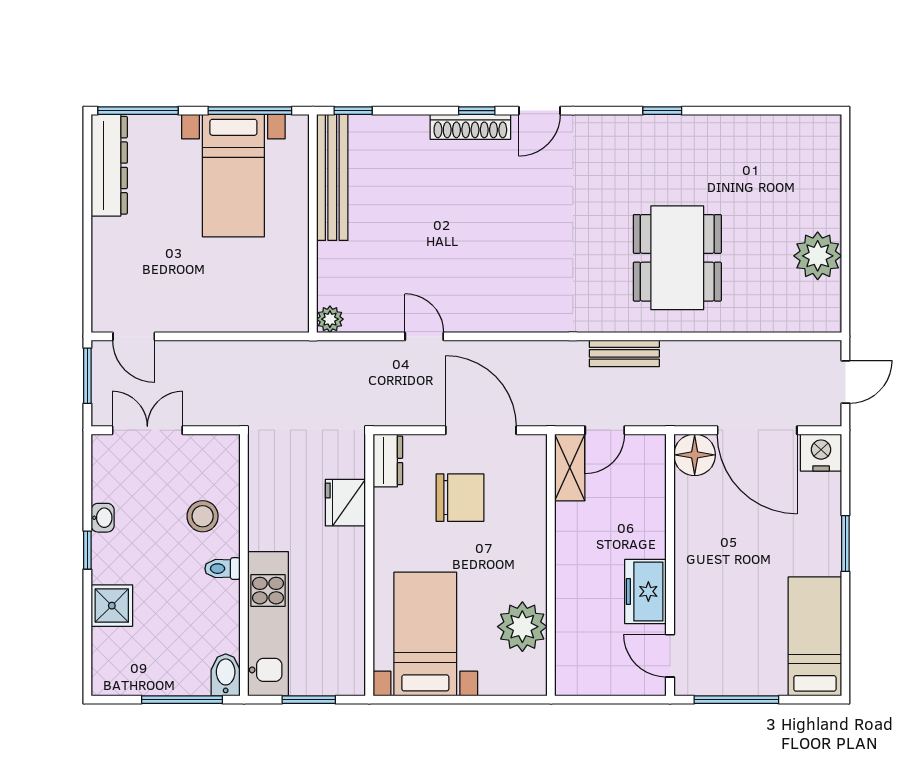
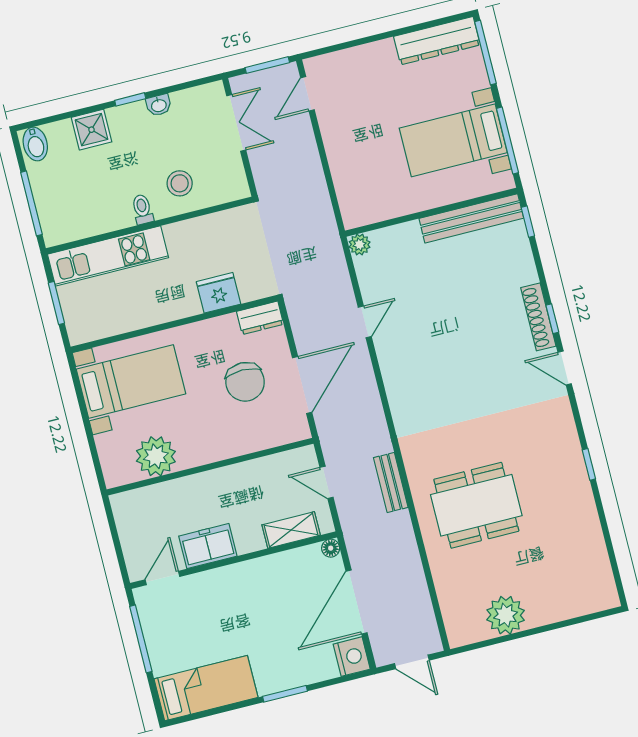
floor lamp: (695, 455) -> (331, 548), width x0.53, depth x0.53
shelving: (570, 467) -> (291, 530), moved
bidet: (226, 675) -> (35, 144), moved, turned 90

